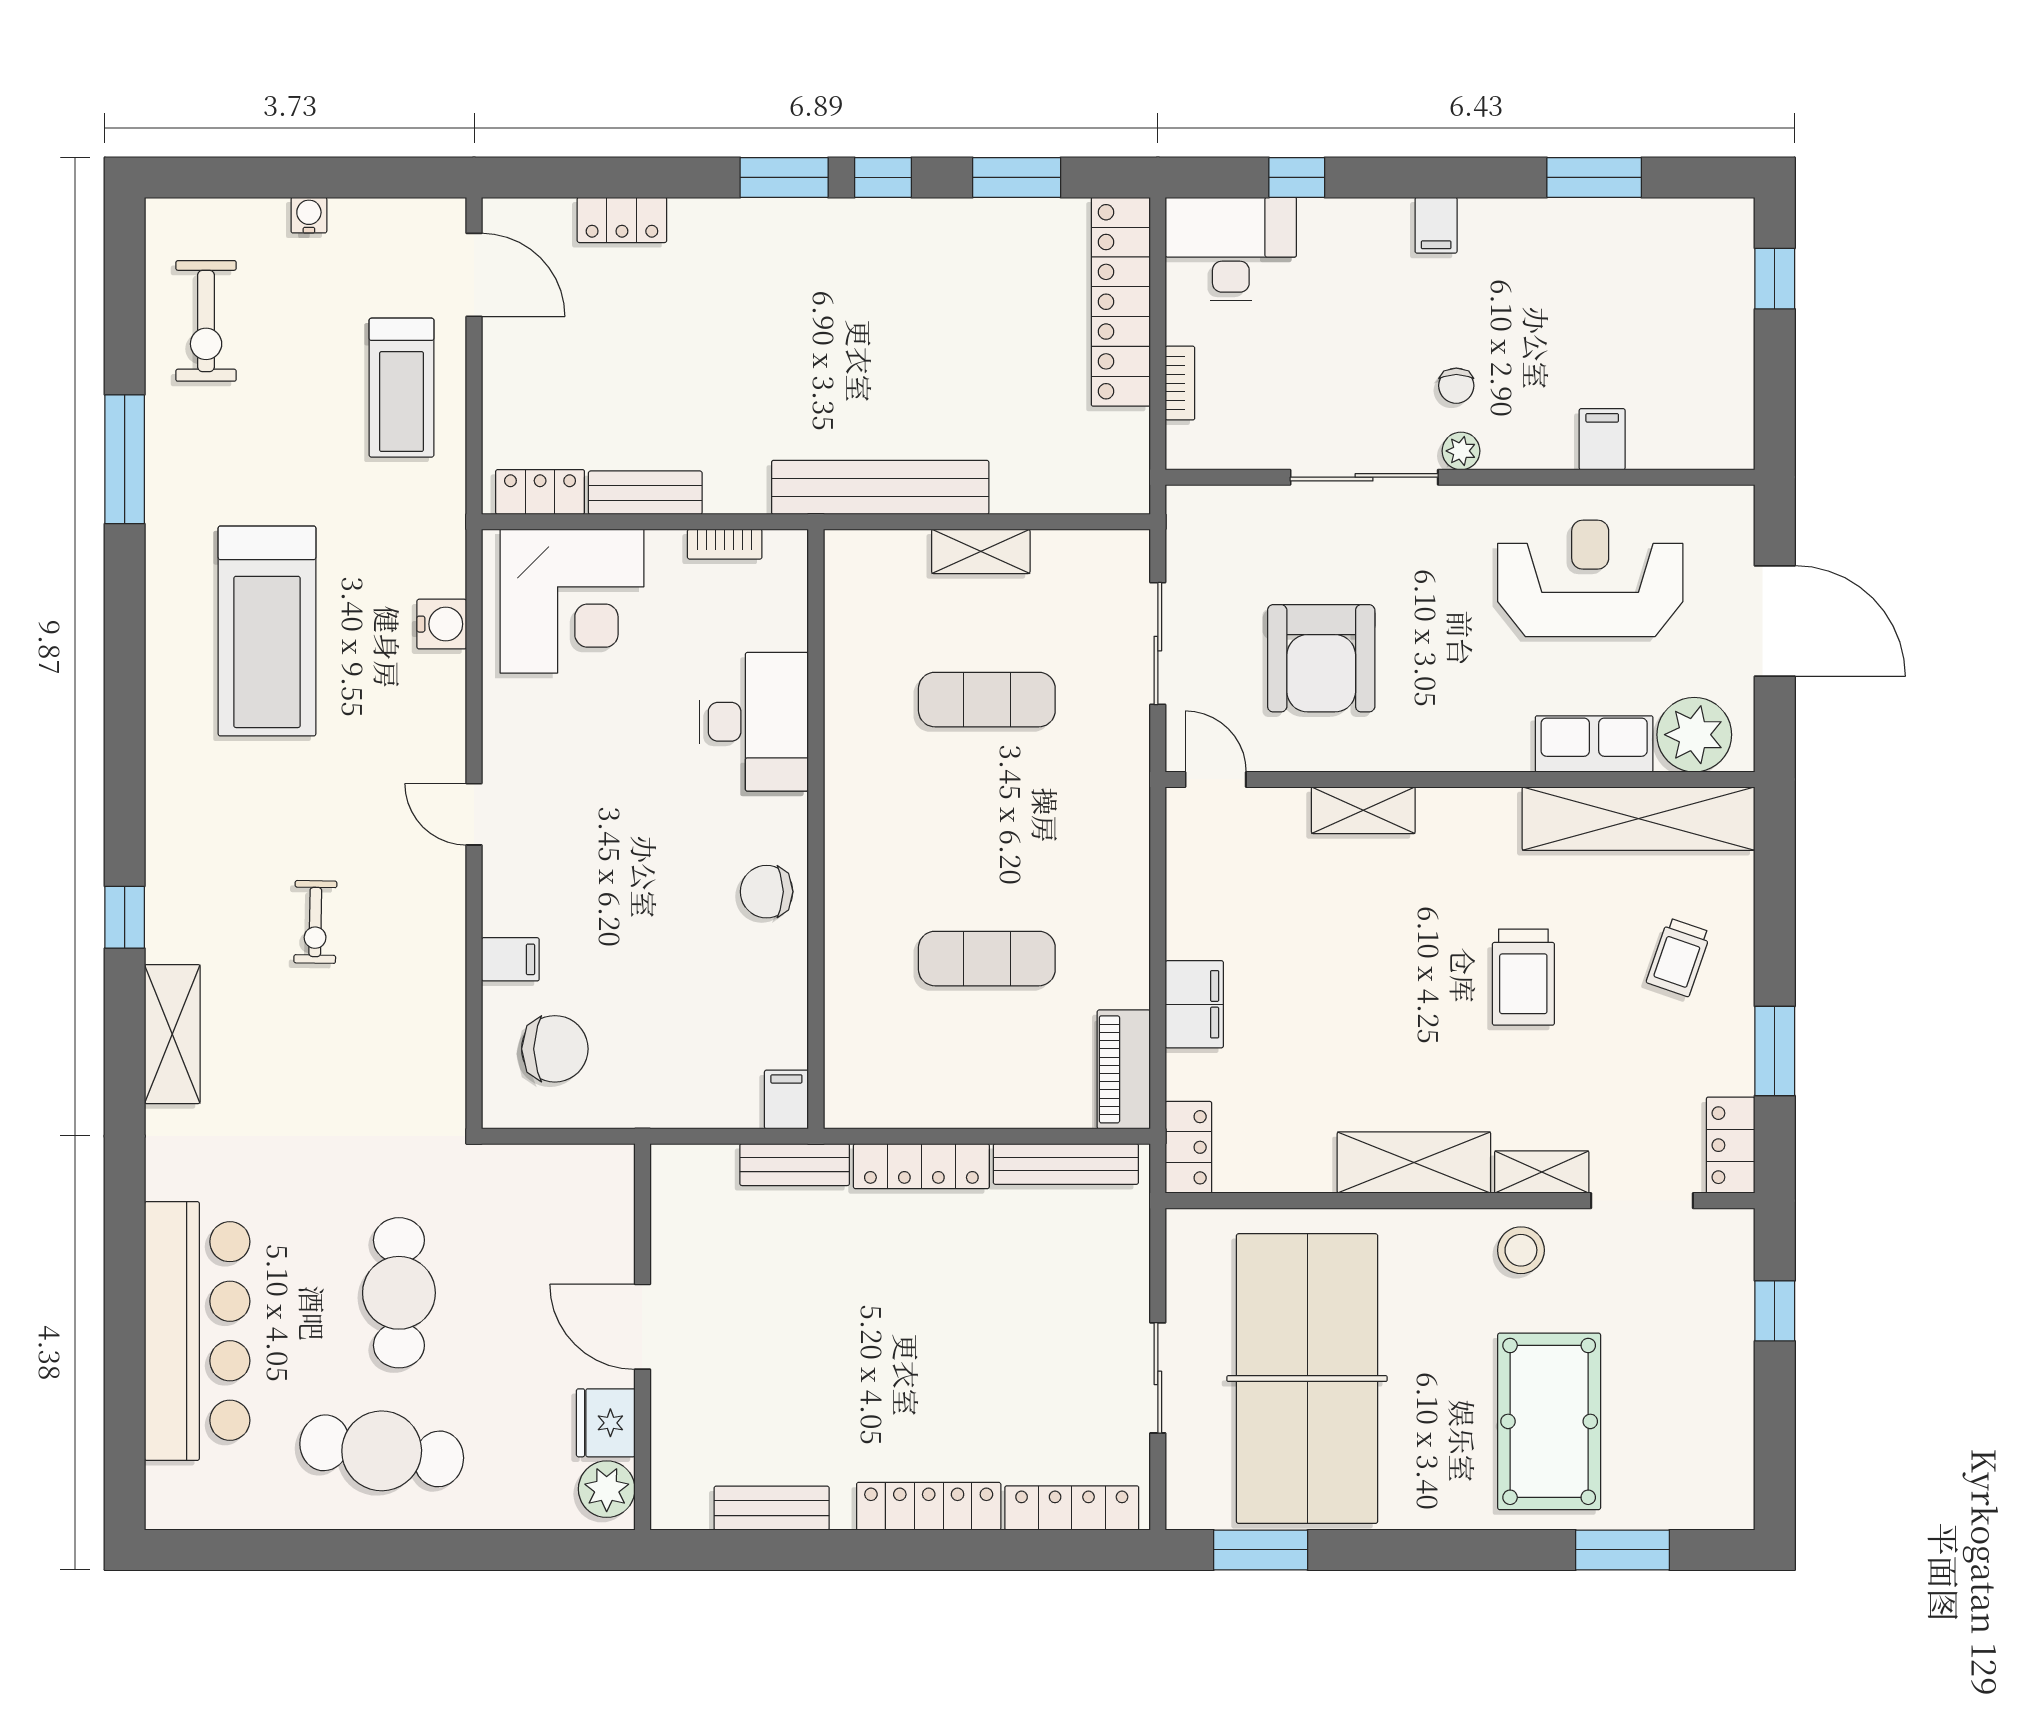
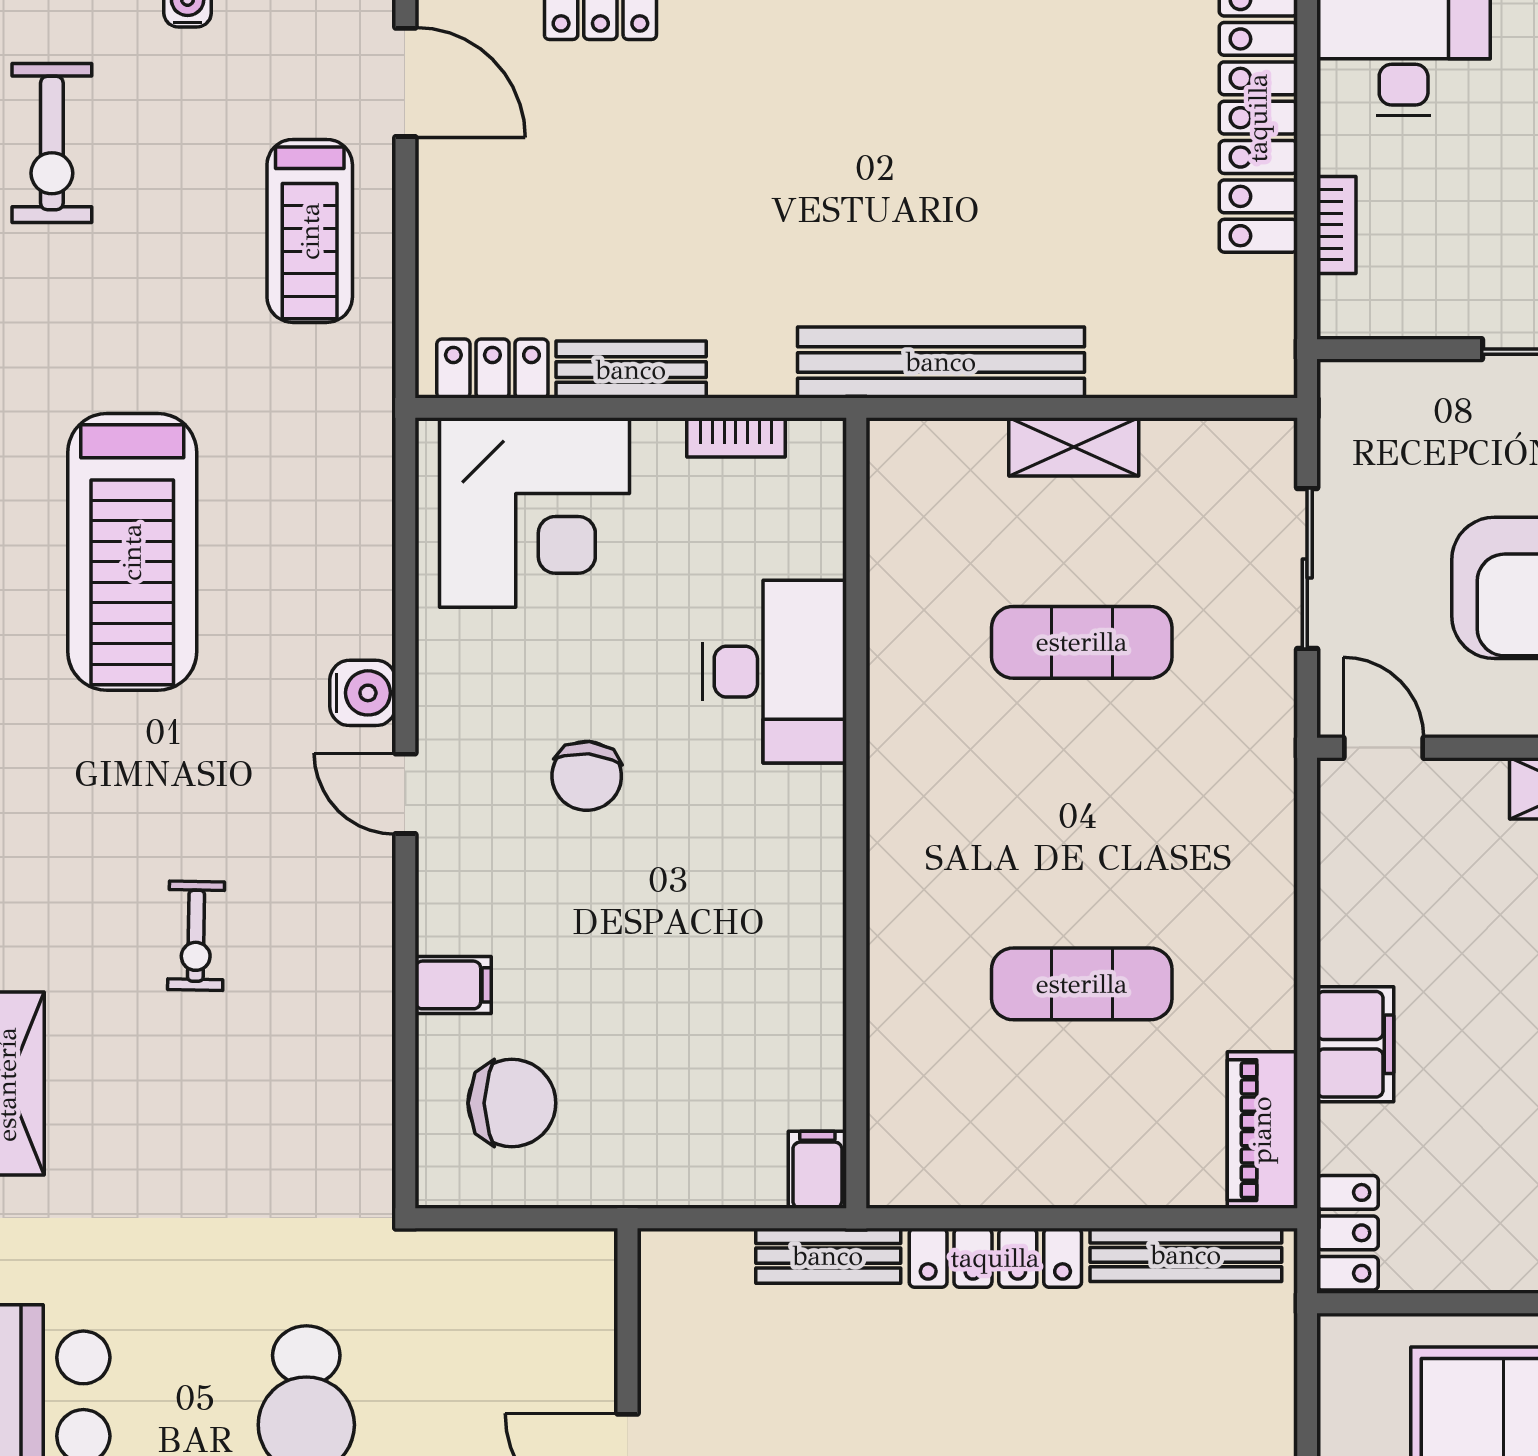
water cooler: (442, 624) -> (363, 693), moved
chair: (767, 892) -> (587, 776), moved, turned -85

